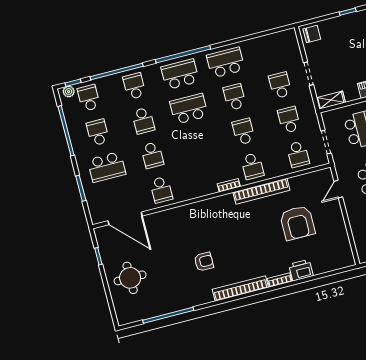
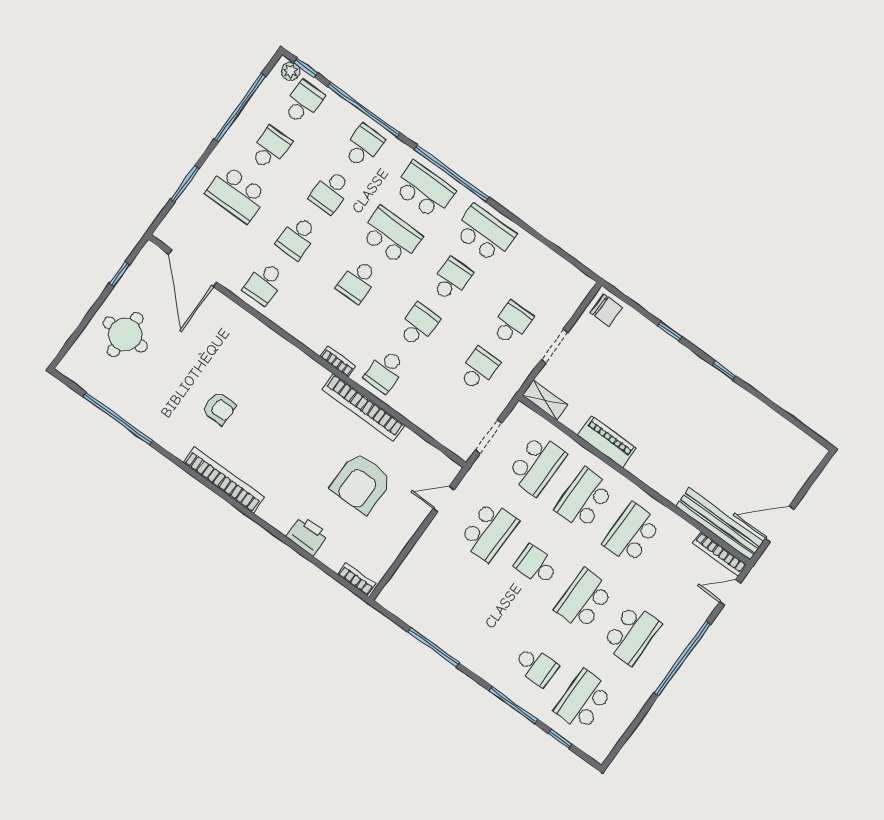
school desk: (298, 154) -> (358, 281), moved
bookcase: (280, 280) -> (357, 579), moved

